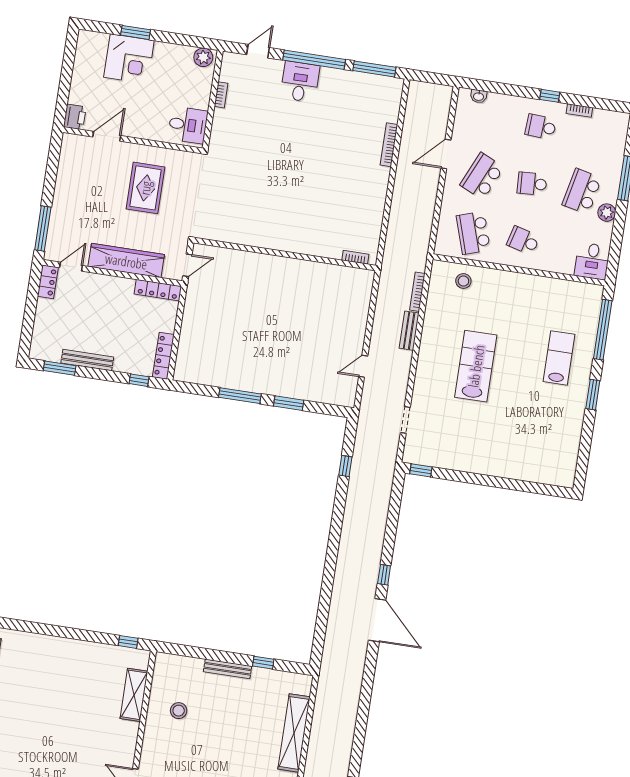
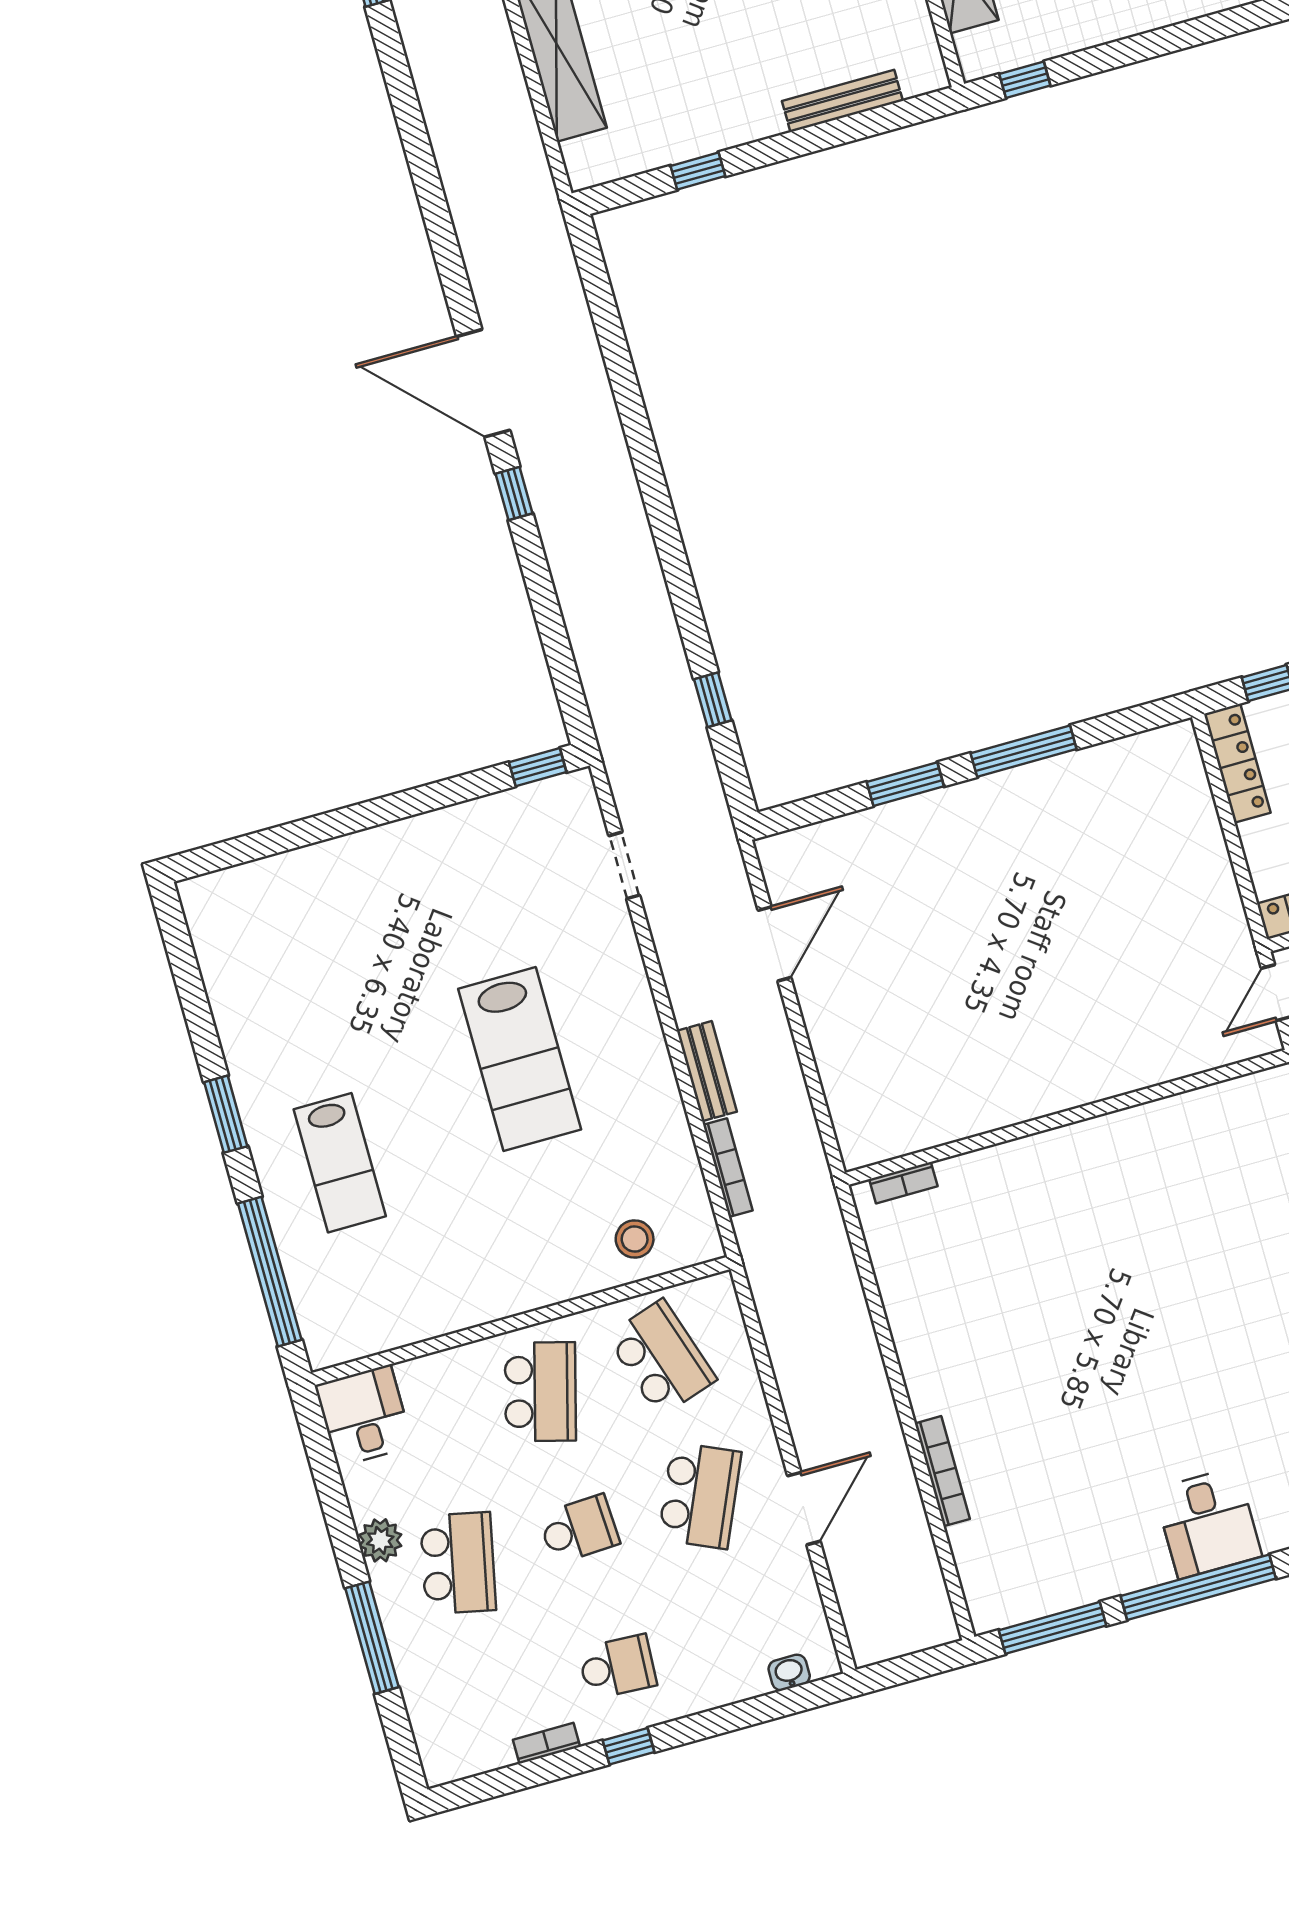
school desk: (523, 241) -> (540, 1392), width x1.85
door: (363, 366) -> (774, 944), width x1.38
bench: (228, 669) -> (842, 101), moved

